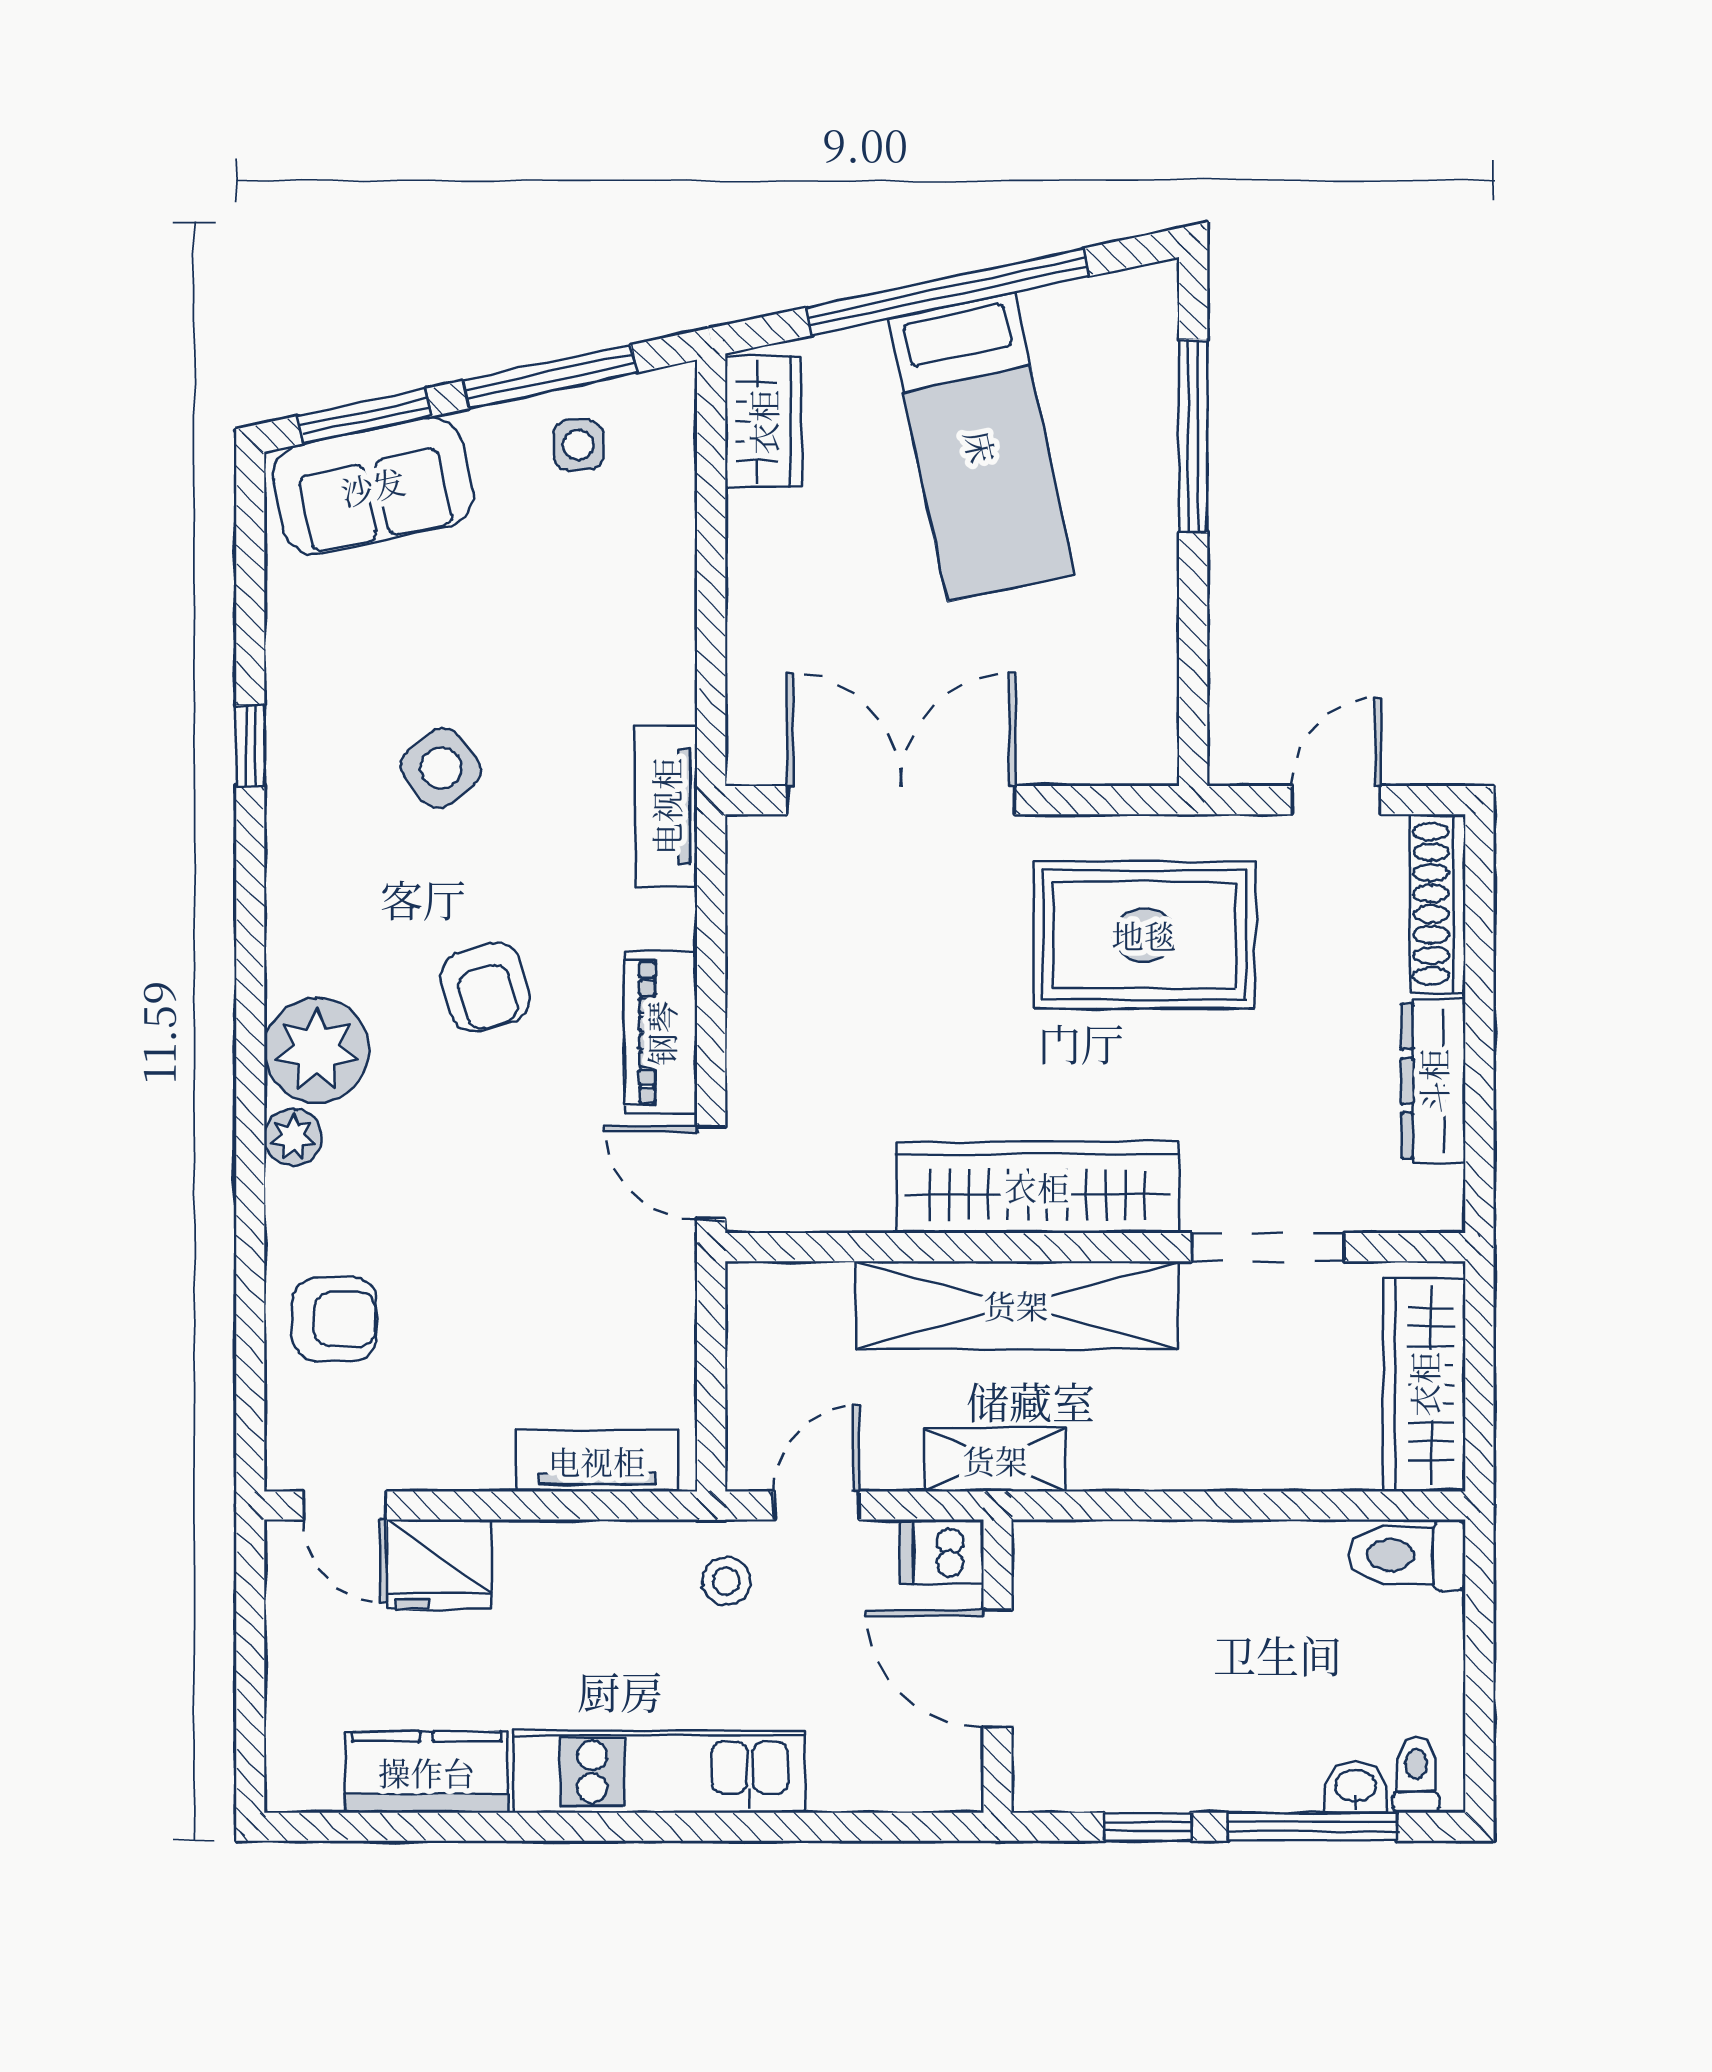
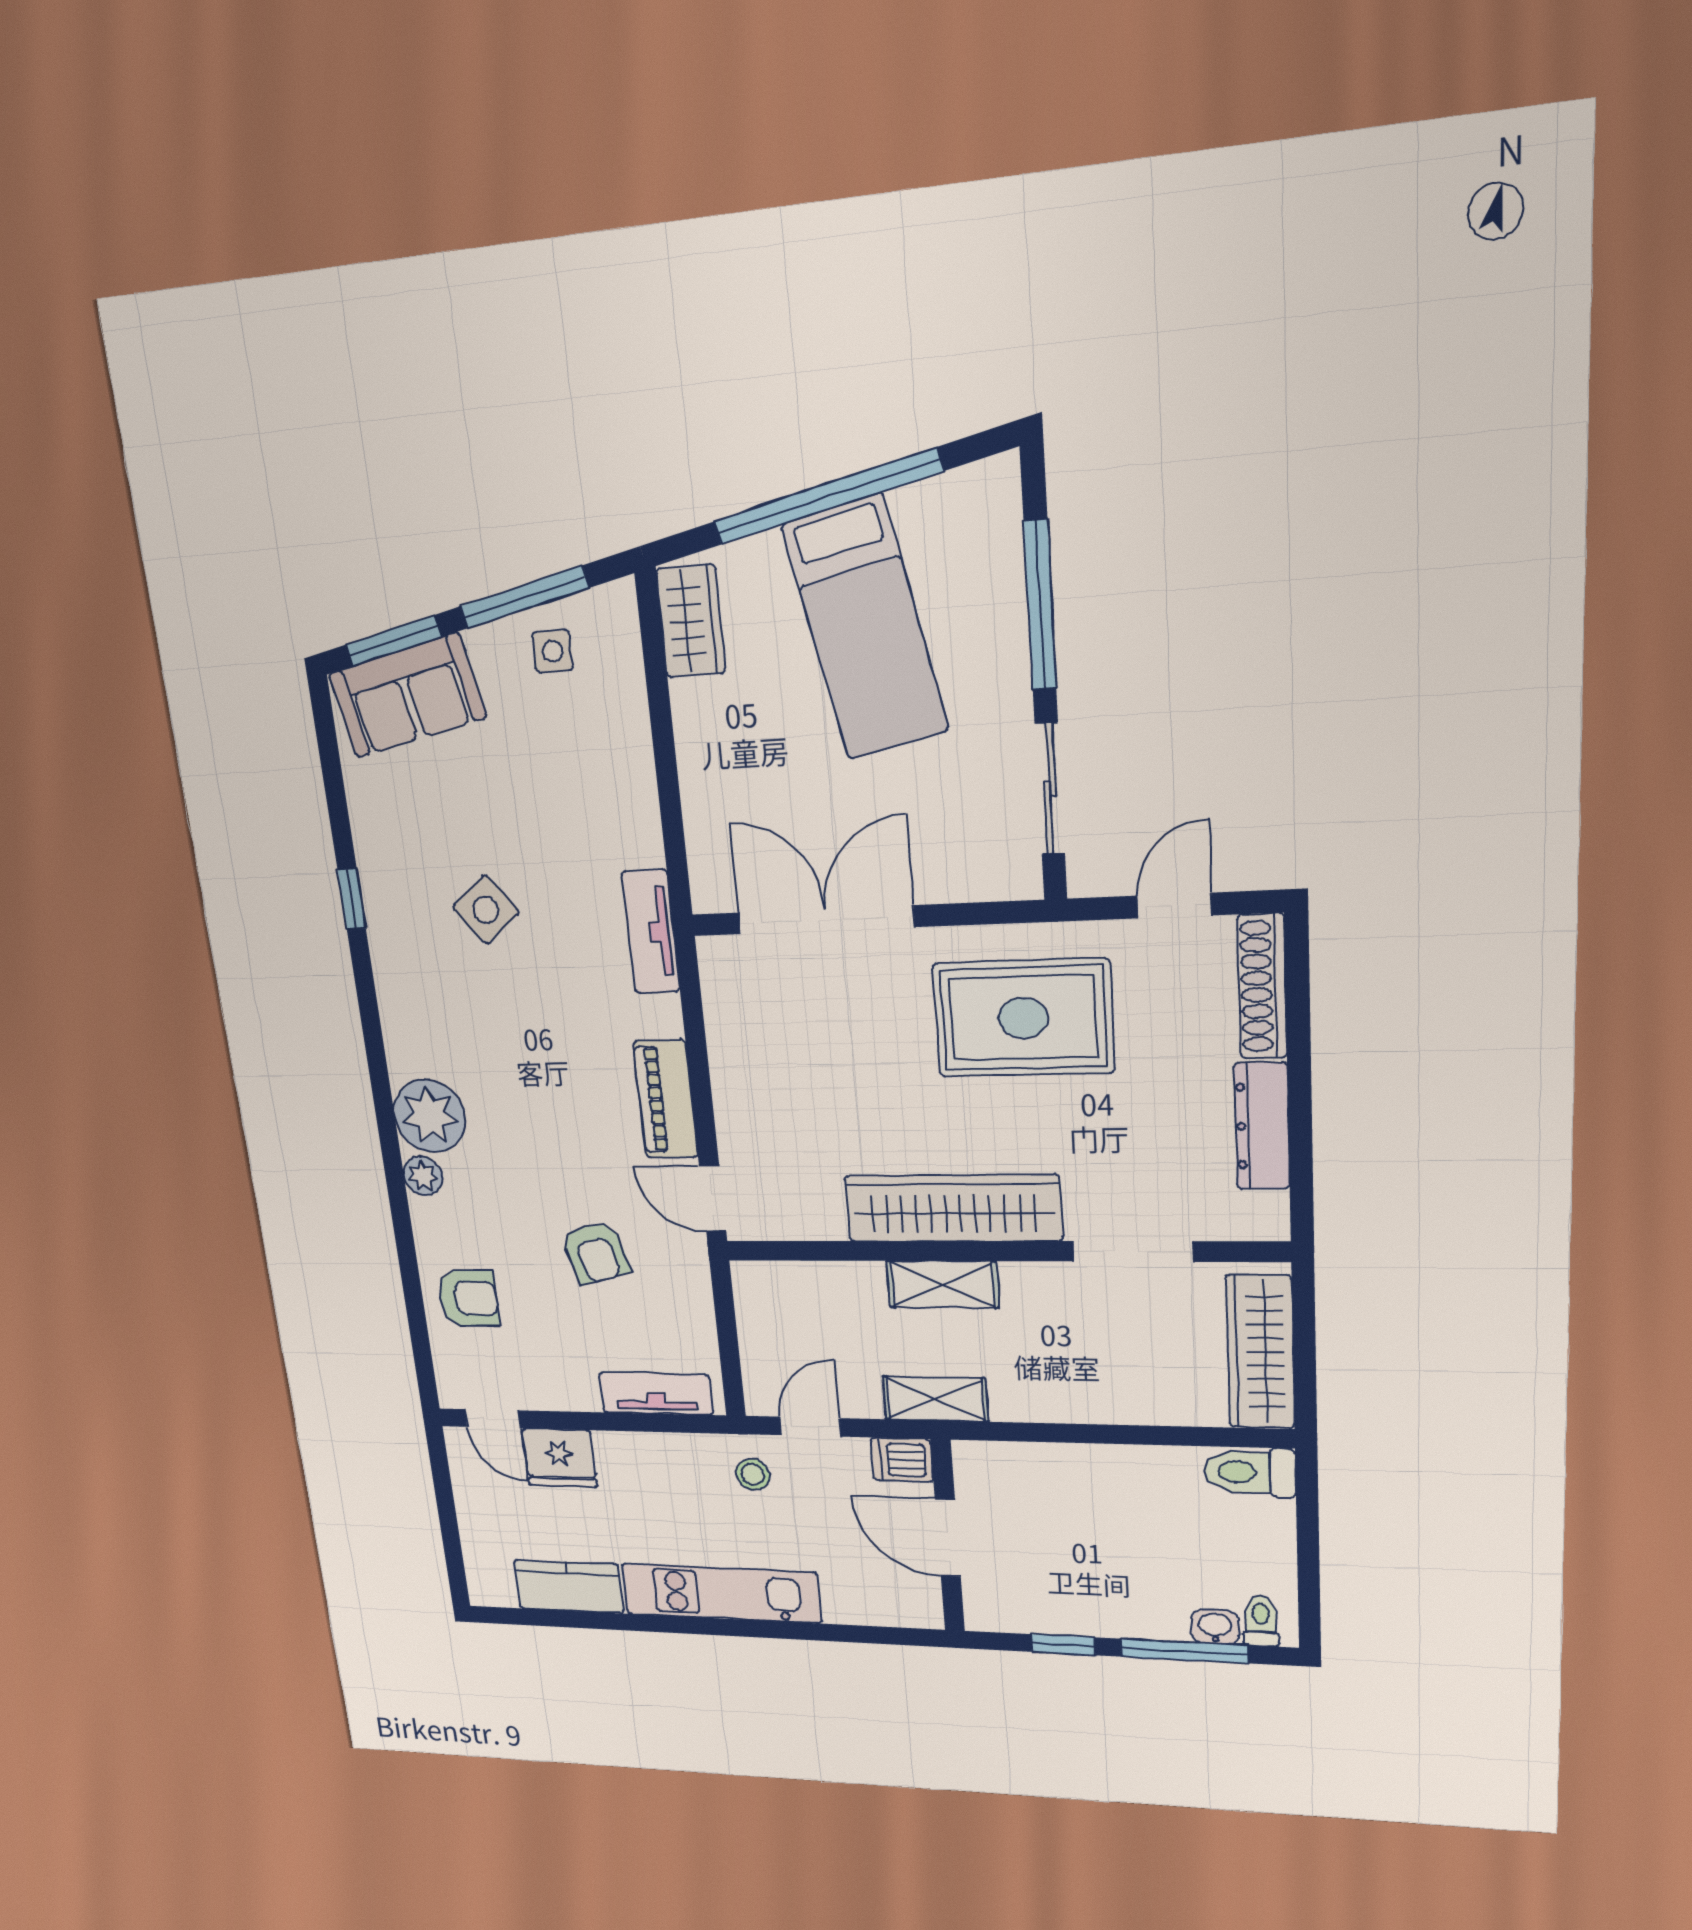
sliding door: (1193, 651) -> (1050, 789), added
armchair: (485, 987) -> (596, 1253), moved
shelving: (1016, 1305) -> (943, 1284), width x0.45, depth x0.75

